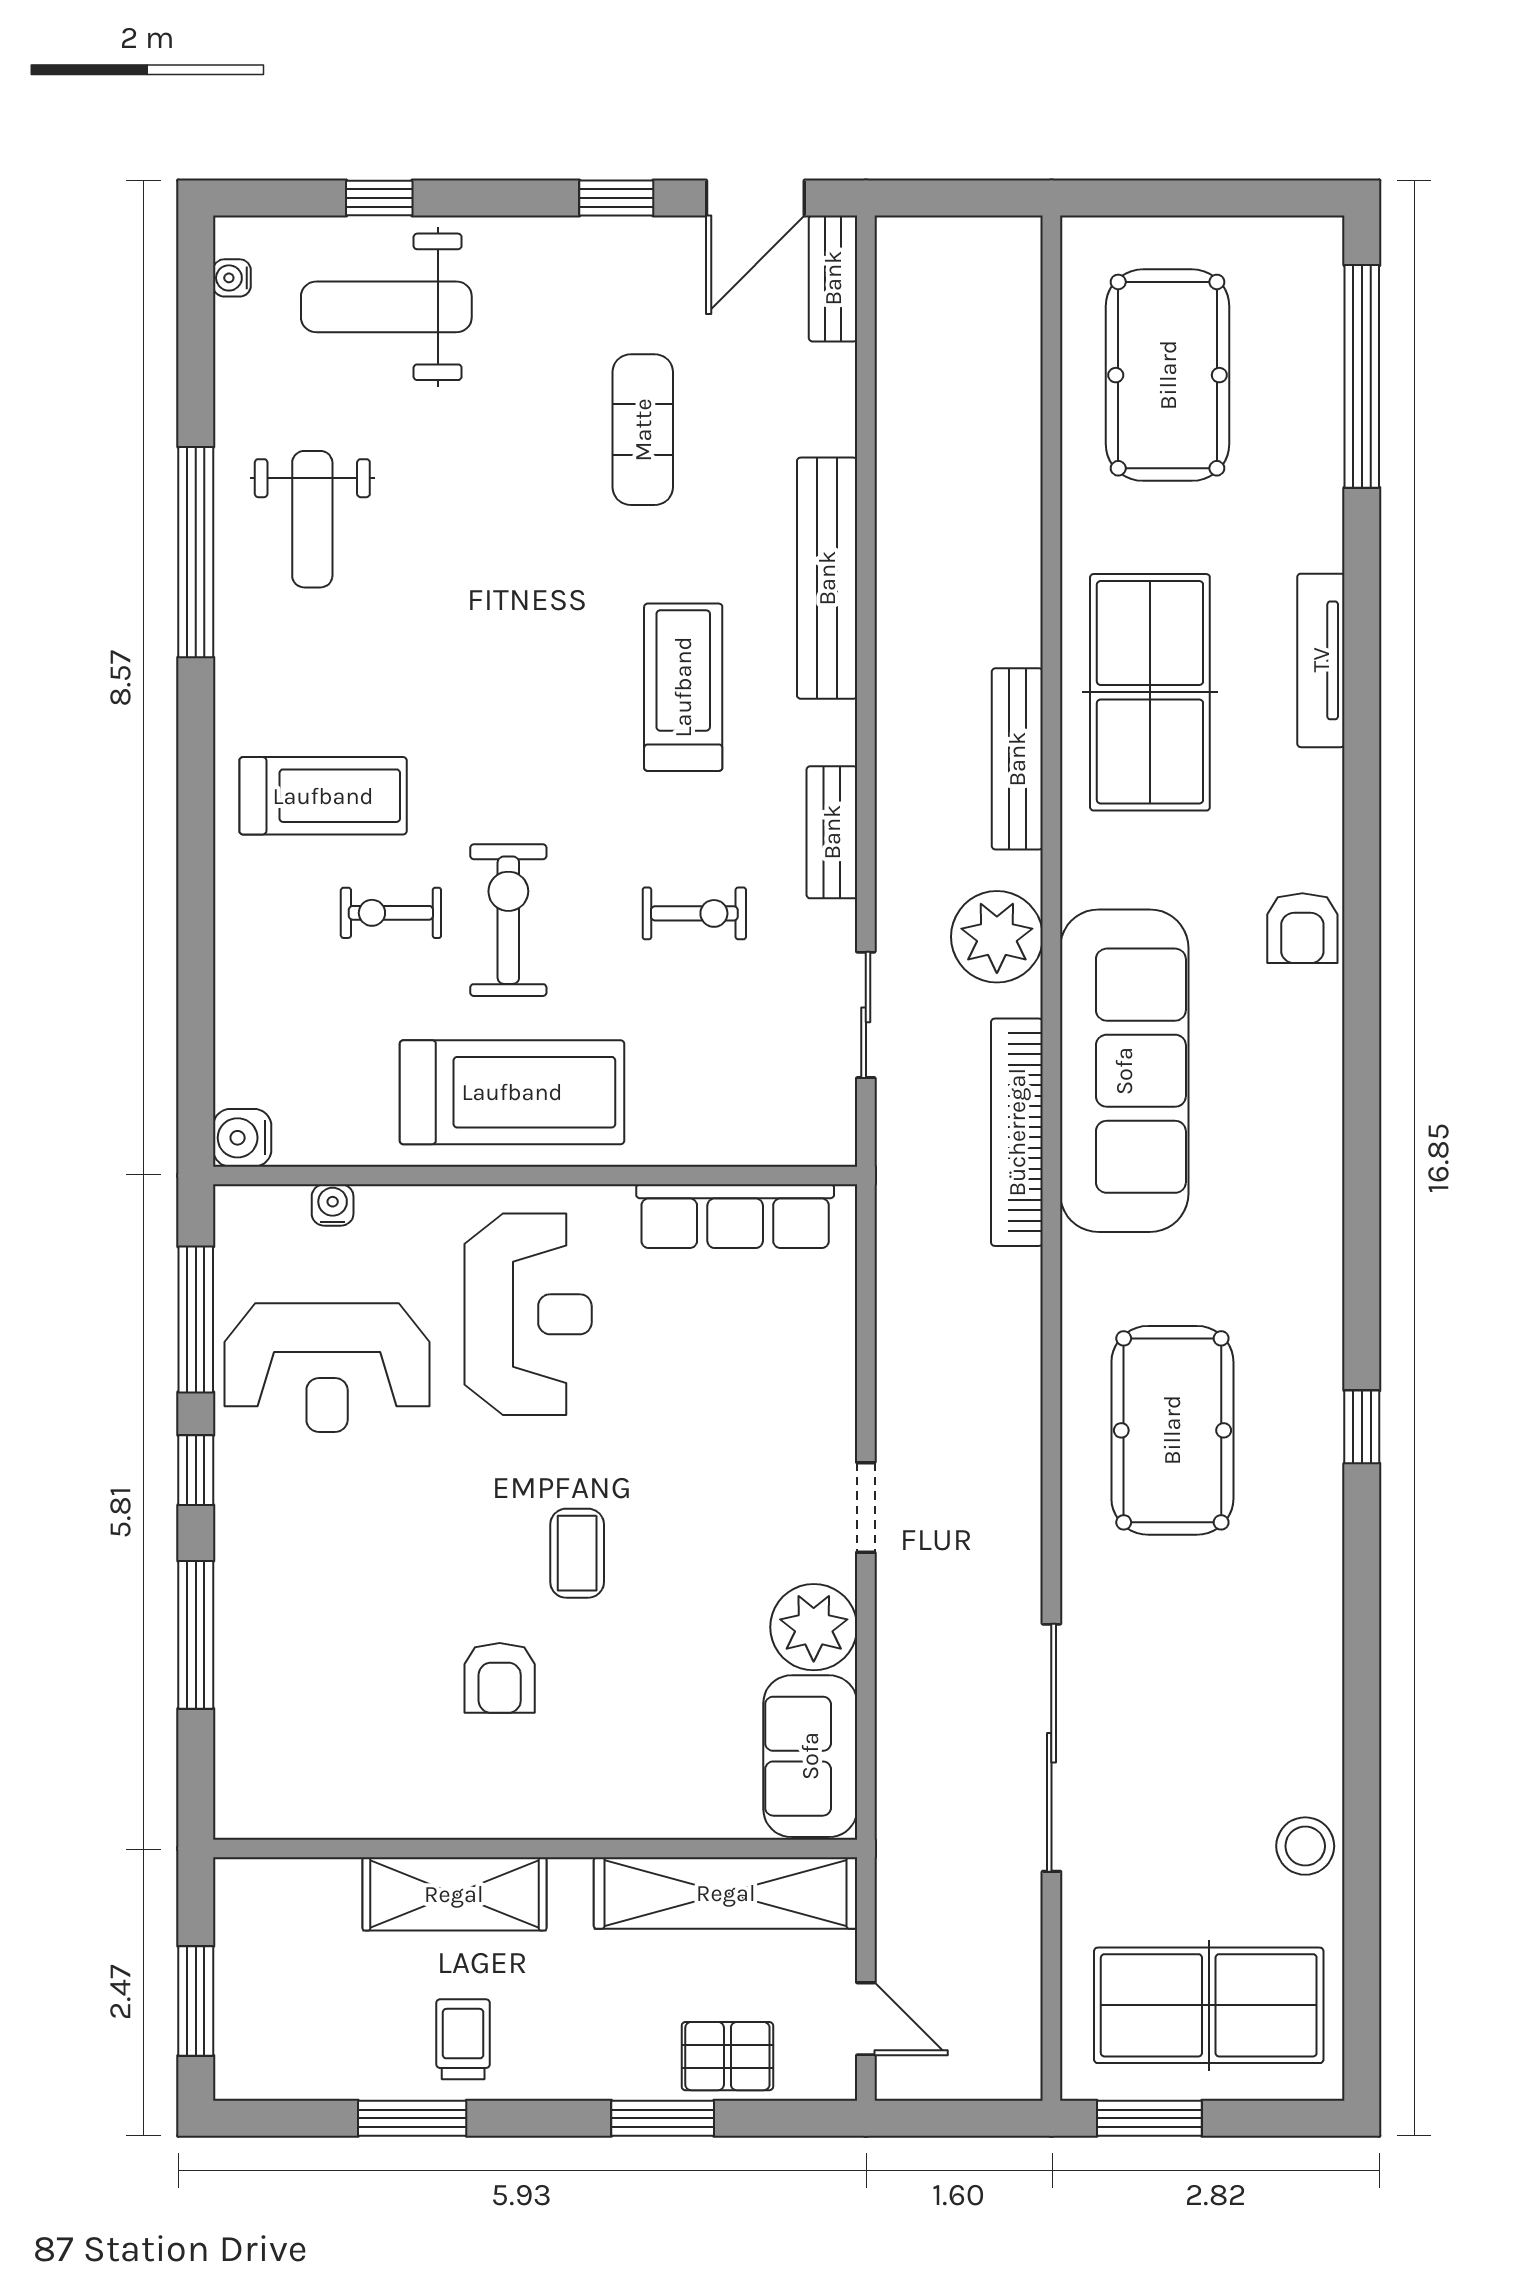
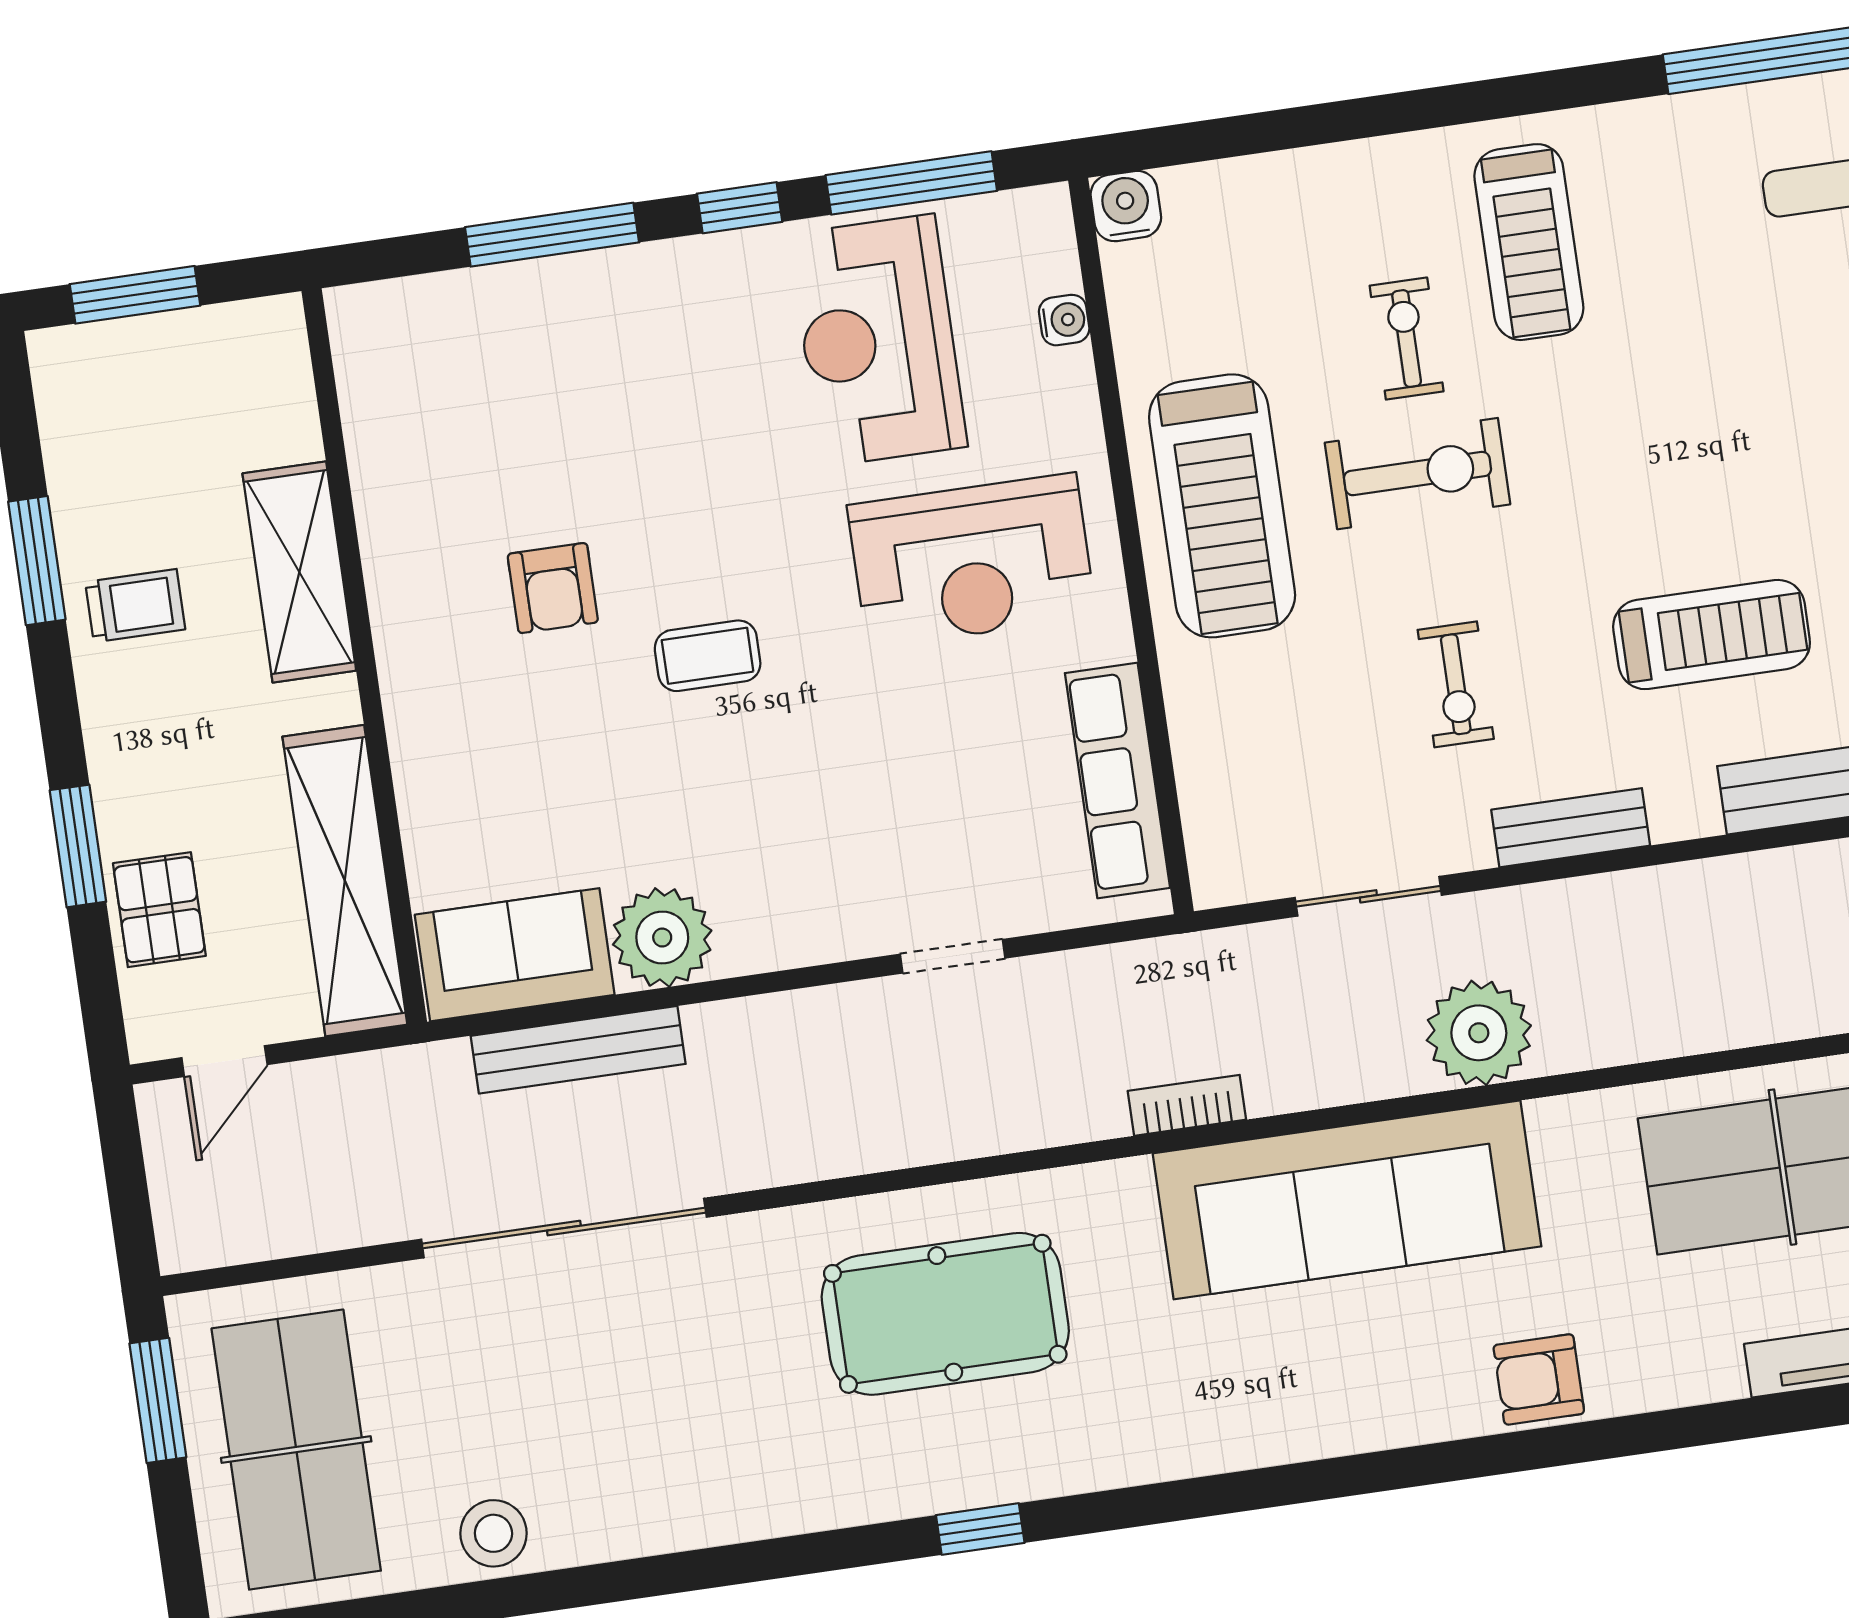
bench: (1017, 759) -> (578, 1050), moved
bookcase: (1017, 1132) -> (1187, 1105), width x0.43, depth x0.76
doorway: (866, 1507) -> (953, 956), moved
armchair: (500, 1678) -> (553, 588), turned -90

